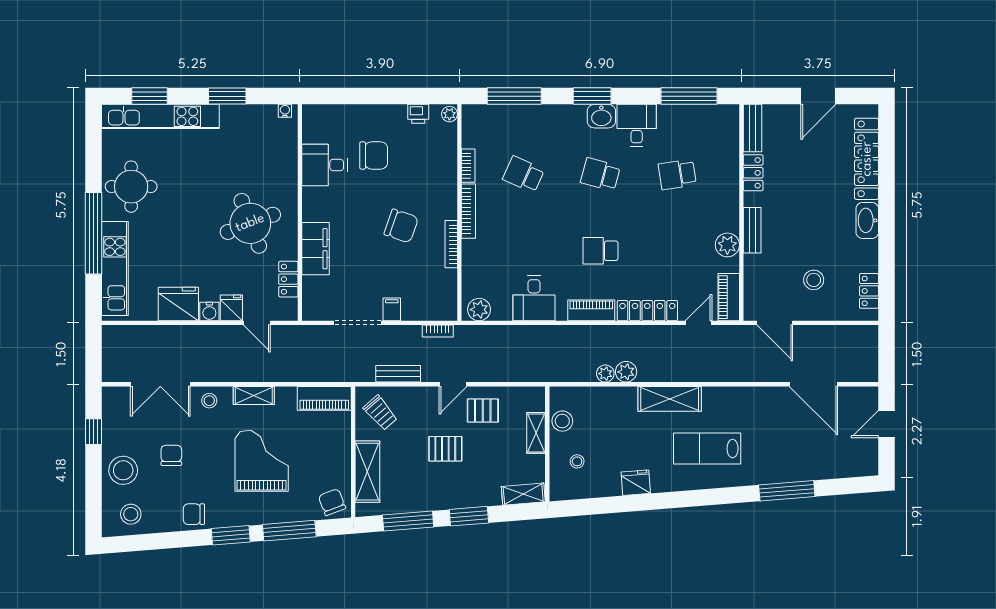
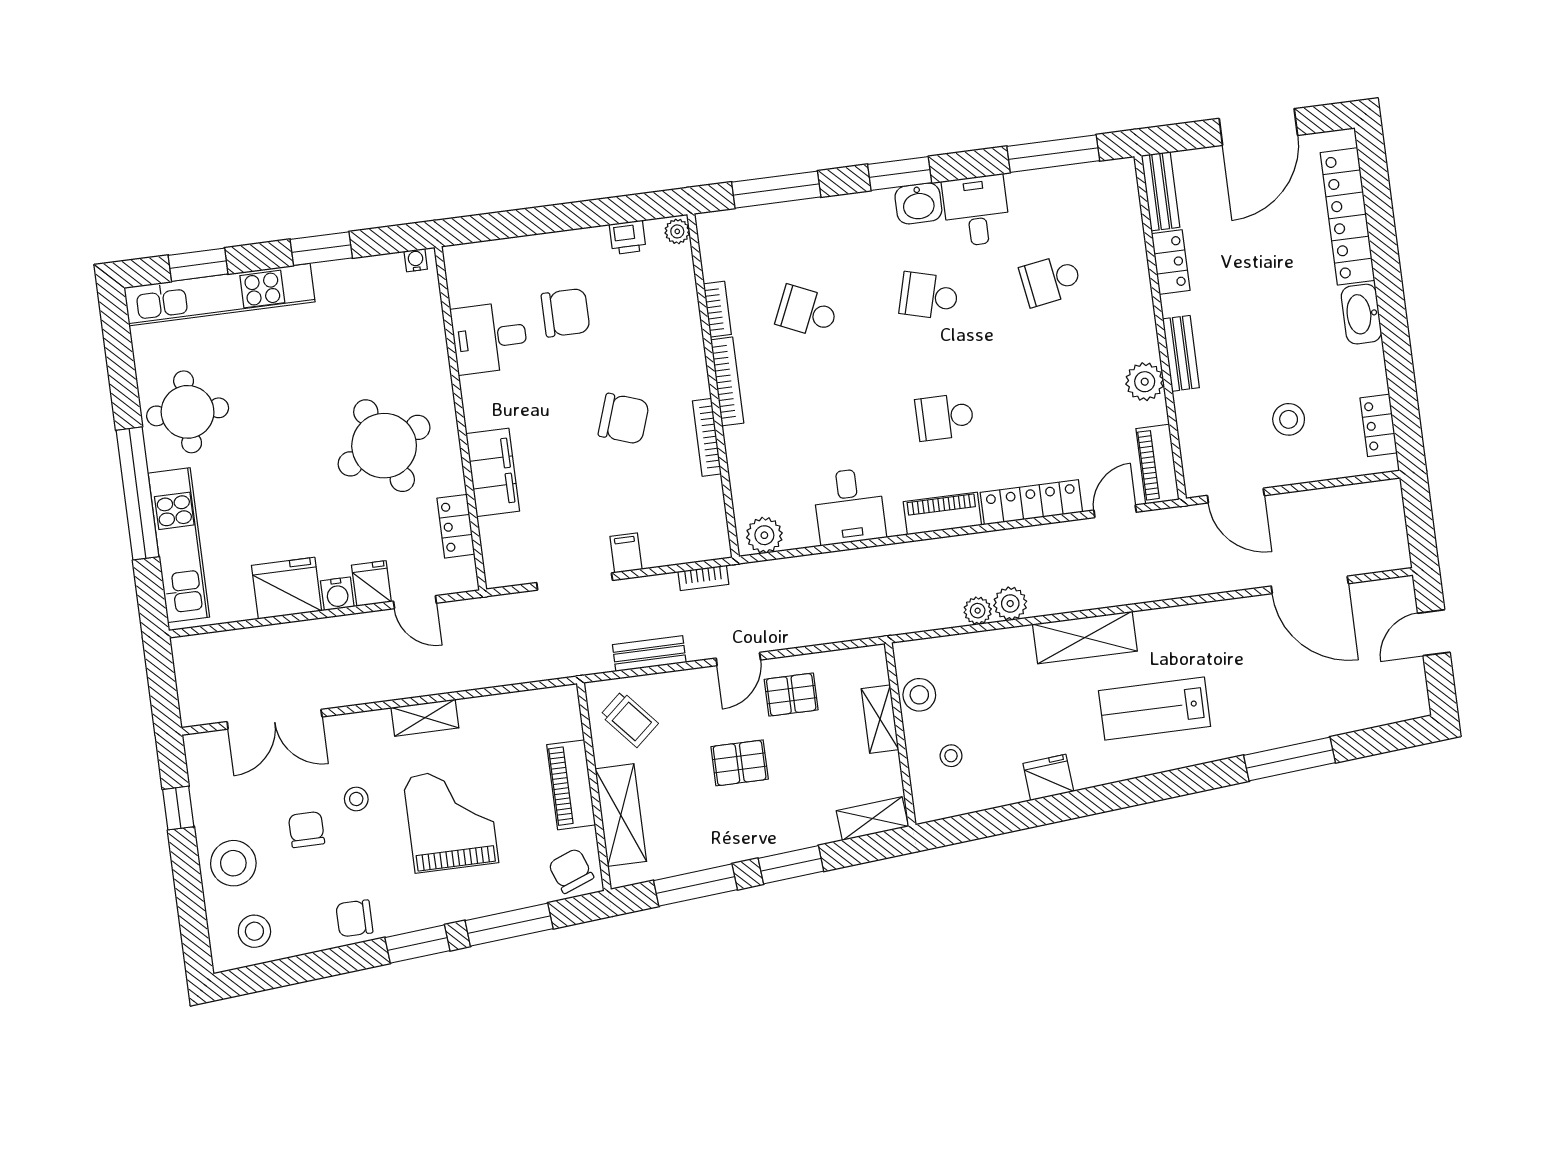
door: (818, 96) -> (1258, 127), width x1.36
piano: (324, 398) -> (571, 785), moved, turned 90
stool: (209, 401) -> (356, 799), moved

